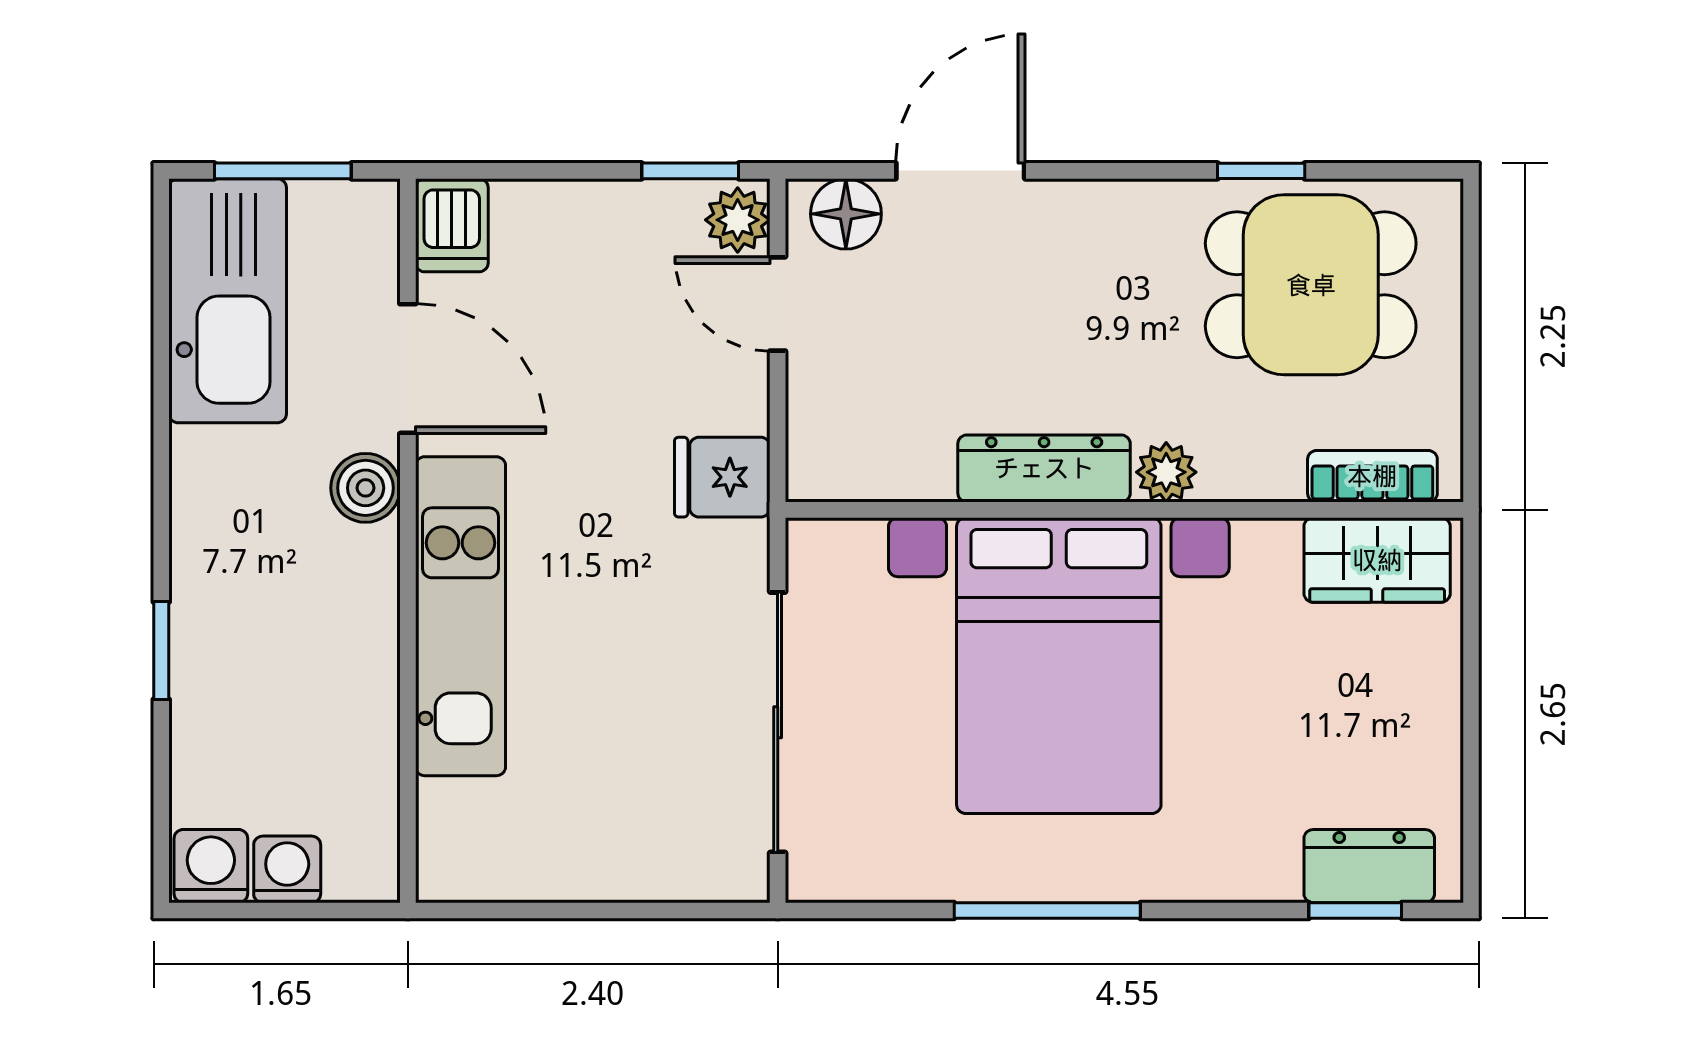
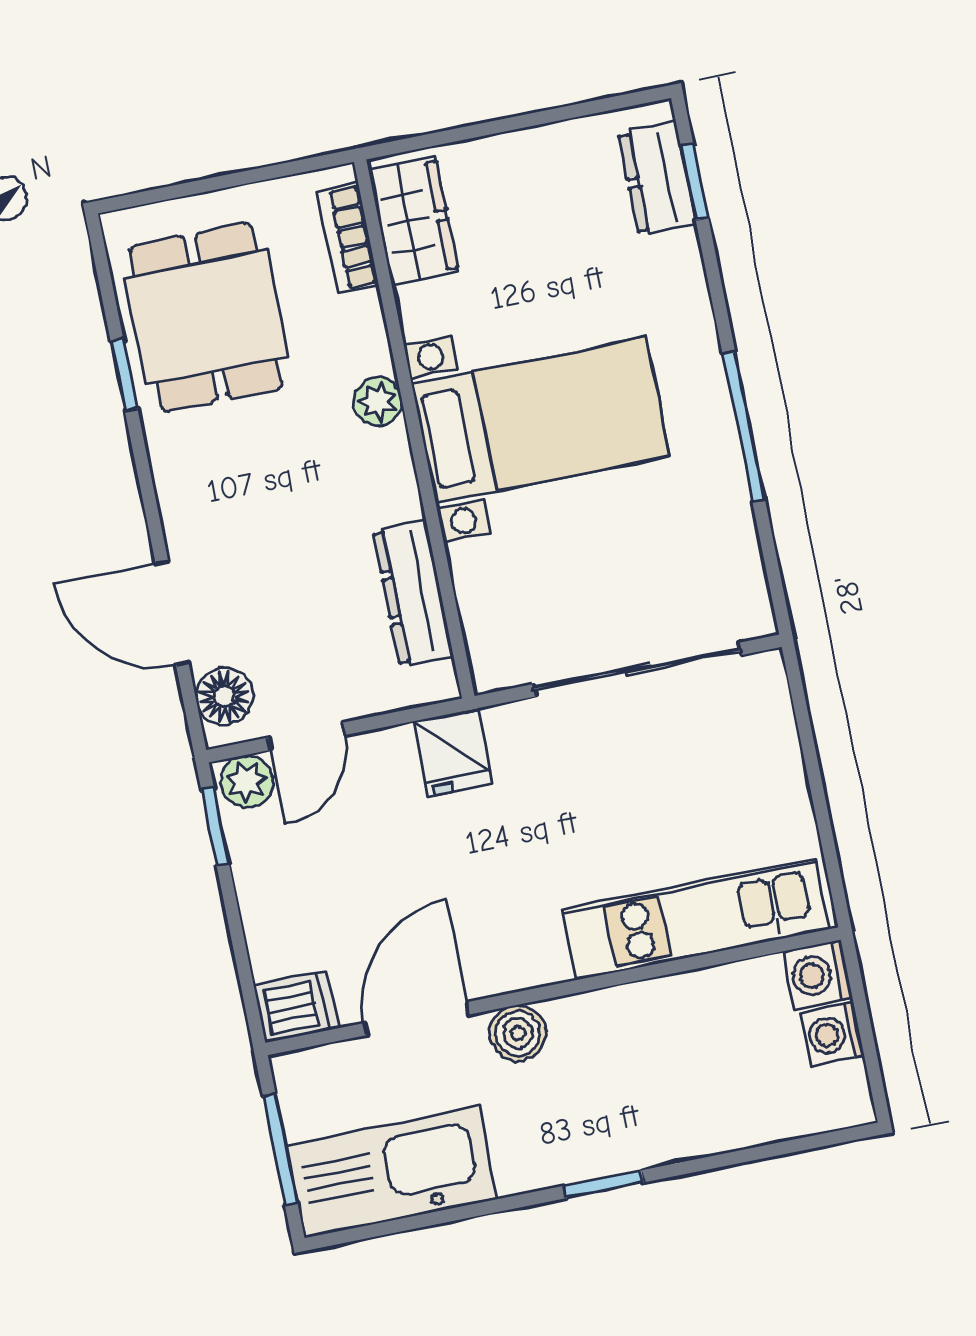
dresser: (1044, 468) -> (413, 593), moved
kitchen unit: (460, 616) -> (696, 919), moved
window: (161, 651) -> (604, 1184), moved
bed with nightstands: (1059, 666) -> (541, 420), width x0.73
washing machine: (211, 866) -> (818, 974), moved

